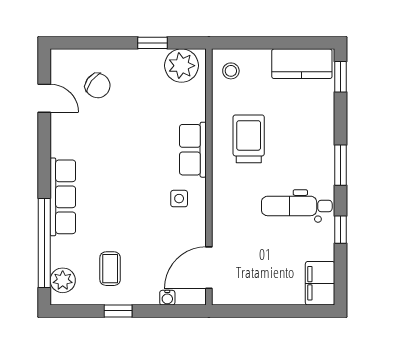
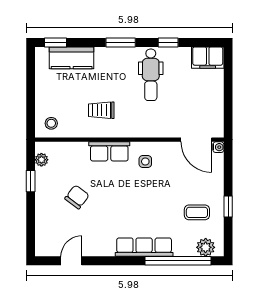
kitchen counter: (302, 64) -> (72, 58), moved, turned 90
plant: (181, 66) -> (41, 160), width x0.53, depth x0.53
chair: (98, 86) -> (77, 197), moved
trolley: (249, 139) -> (101, 110), width x0.73, depth x0.72
water cooler: (167, 298) -> (218, 147), moved

